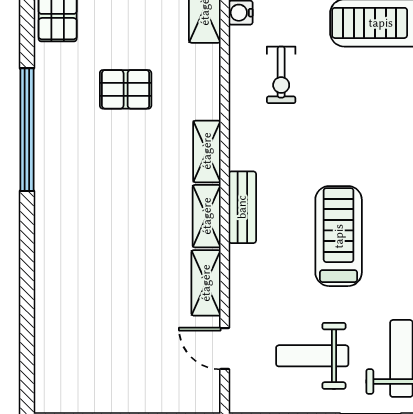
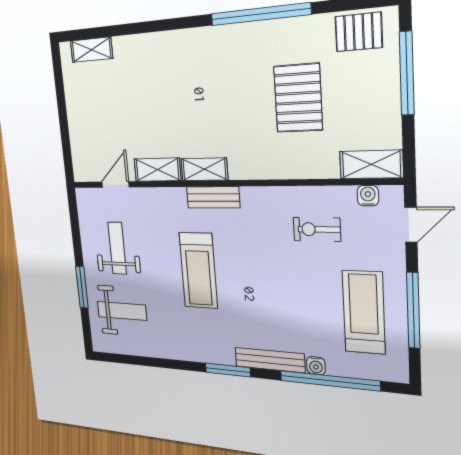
pallet: (126, 89) -> (298, 98), width x1.50, depth x1.42
shelving: (207, 151) -> (91, 50), moved
treadmill: (339, 236) -> (198, 270), turned 90

